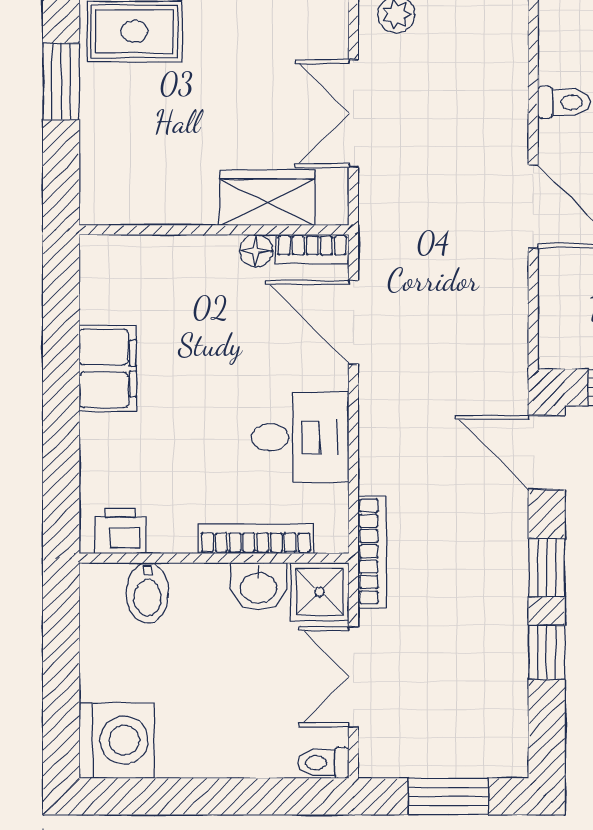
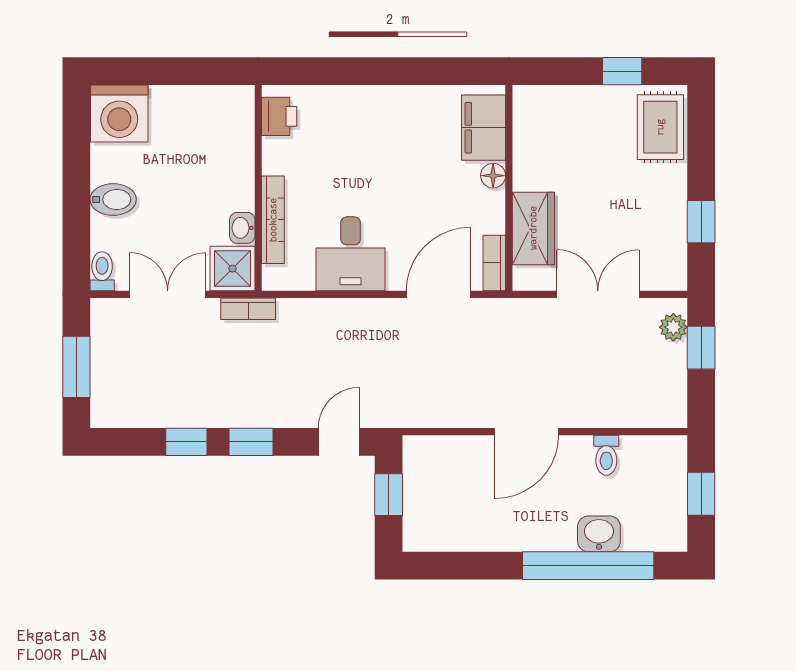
window: (61, 82) -> (622, 71), width x0.67
floor lamp: (256, 251) -> (493, 176), moved
filing cabinet: (108, 368) -> (484, 128), moved, turned 90
door: (547, 452) -> (339, 442), width x0.73
bookcase: (372, 551) -> (248, 309), width x0.64
washbasin: (259, 586) -> (242, 228), width x0.72, depth x0.69
bidet: (148, 593) -> (113, 199), moved, turned 180

